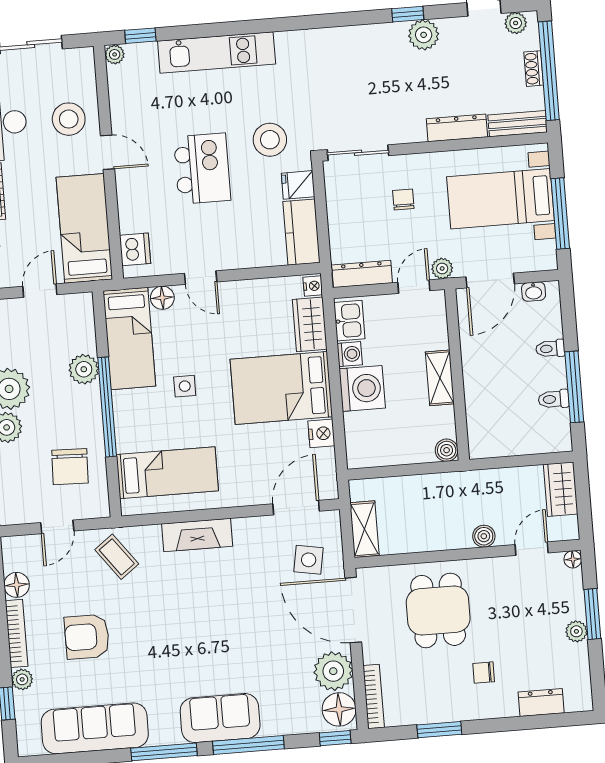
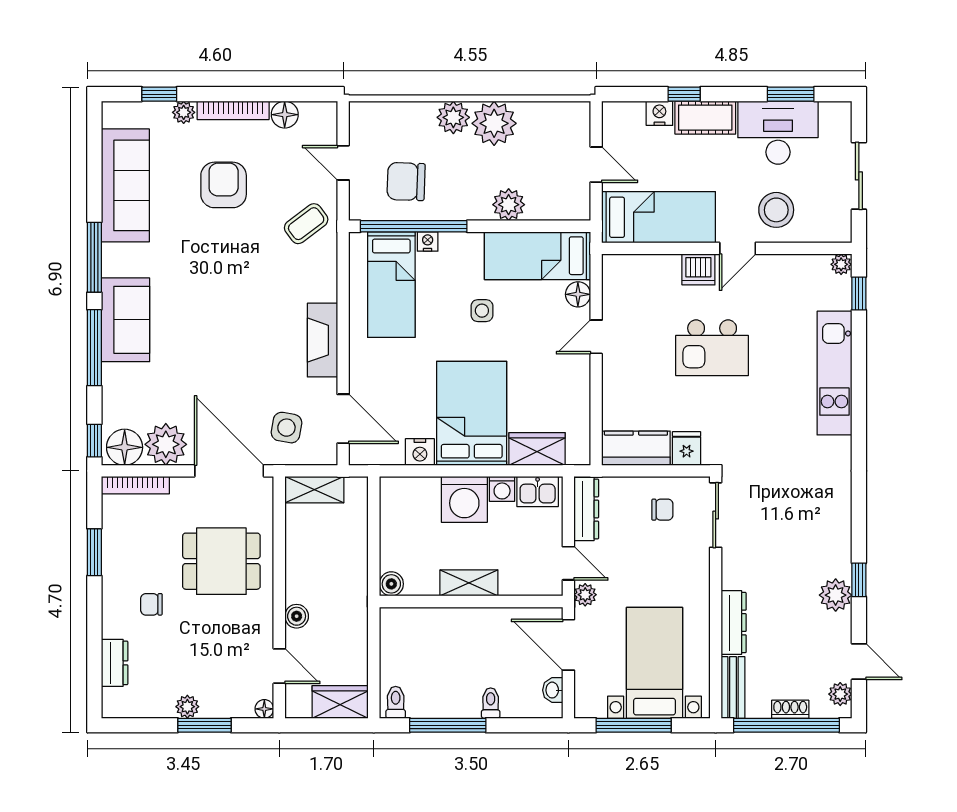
stool: (270, 140) -> (737, 422), removed
chair: (403, 200) -> (662, 510), moved
dishwasher: (135, 249) -> (698, 269), moved
nightstand: (313, 286) -> (428, 241), moved, turned 180
toilet: (554, 399) -> (396, 702), moved
window: (107, 407) -> (414, 226), moved
fireplace: (197, 535) -> (322, 340), moved
door: (353, 610) -> (229, 471), hinge flipped
chair: (484, 673) -> (151, 604), turned -90

